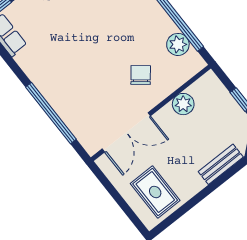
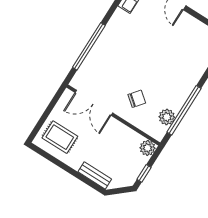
plant: (183, 104) -> (148, 148), moved
rug: (155, 192) -> (60, 137), turned 90

